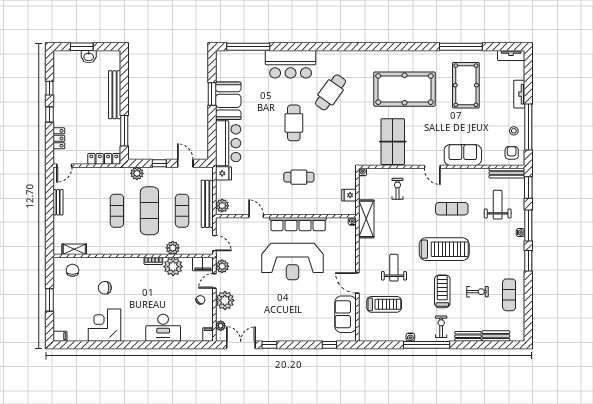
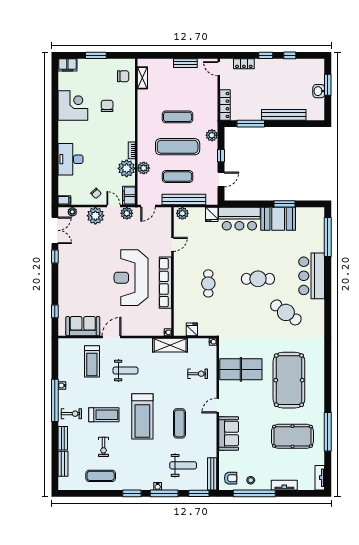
filing cabinet: (60, 336) -> (67, 65), width x2.00

